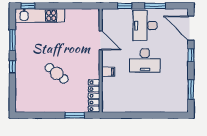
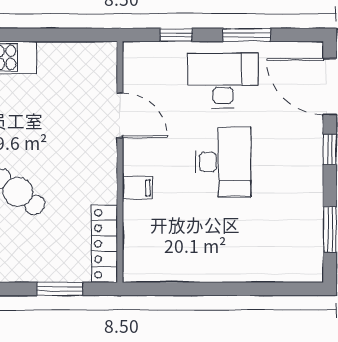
desk: (145, 25) -> (223, 81), turned 90
desk: (145, 60) -> (223, 162), turned -90

